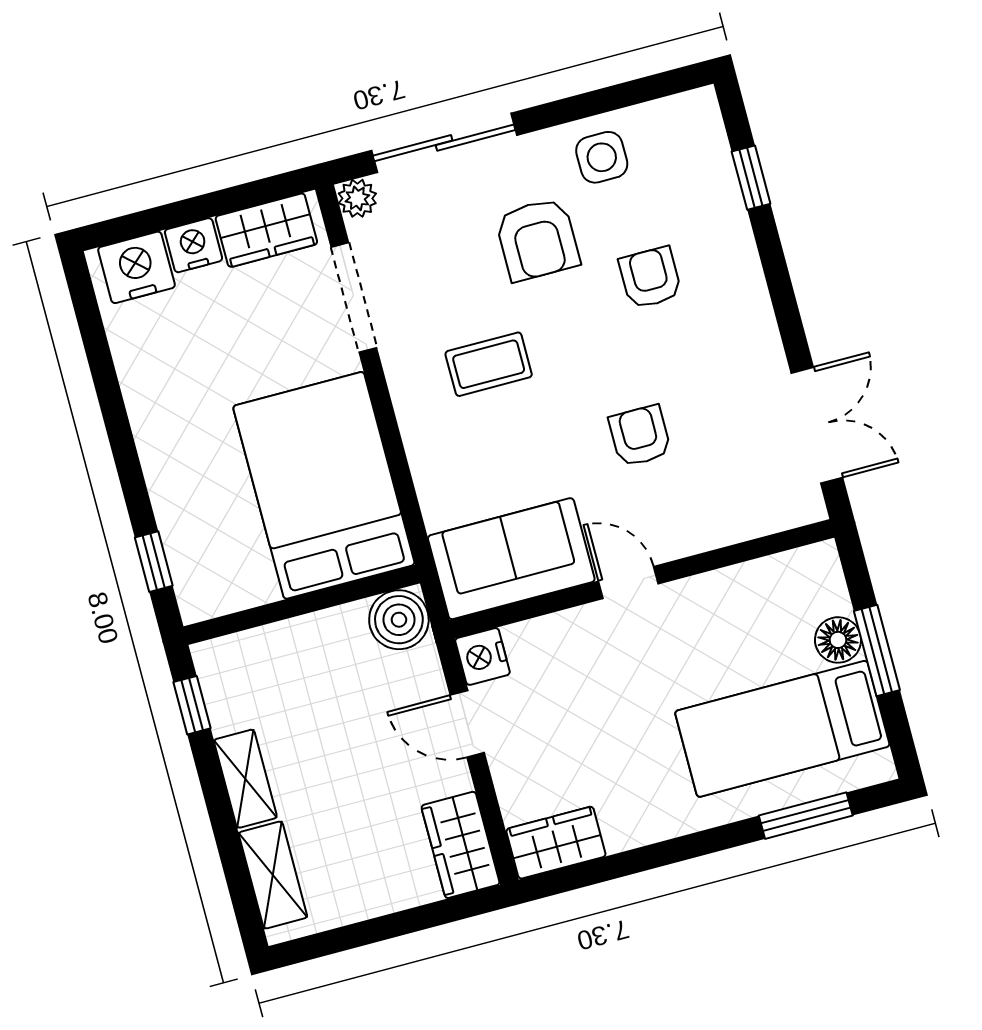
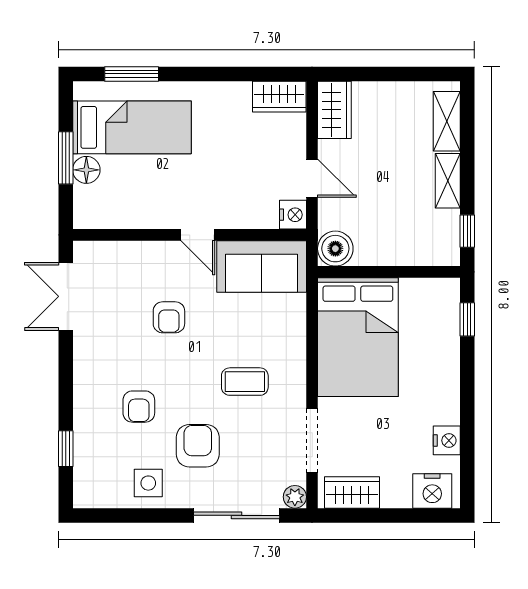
nightstand: (194, 245) -> (447, 440), moved, turned -90

